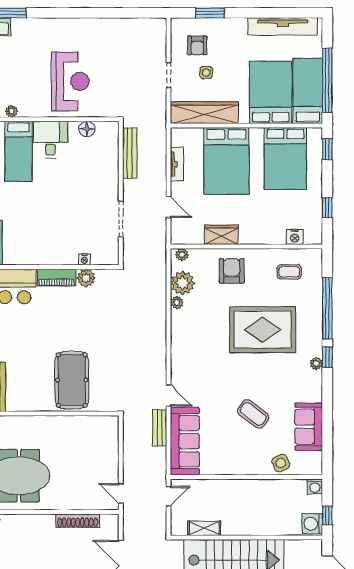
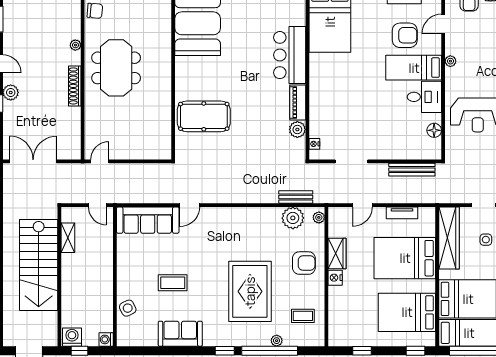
nightstand: (295, 237) -> (335, 278), moved
nightstand: (84, 260) -> (314, 144), moved
coffee table: (289, 272) -> (303, 316), turned 90
plant: (177, 303) -> (275, 213), removed
plant: (316, 363) -> (277, 341), moved
coffee table: (253, 414) -> (173, 283), turned 53
sofa: (309, 427) -> (180, 334), moved
bench: (160, 428) -> (296, 197), moved
shoe rack: (78, 521) -> (75, 86), moved

